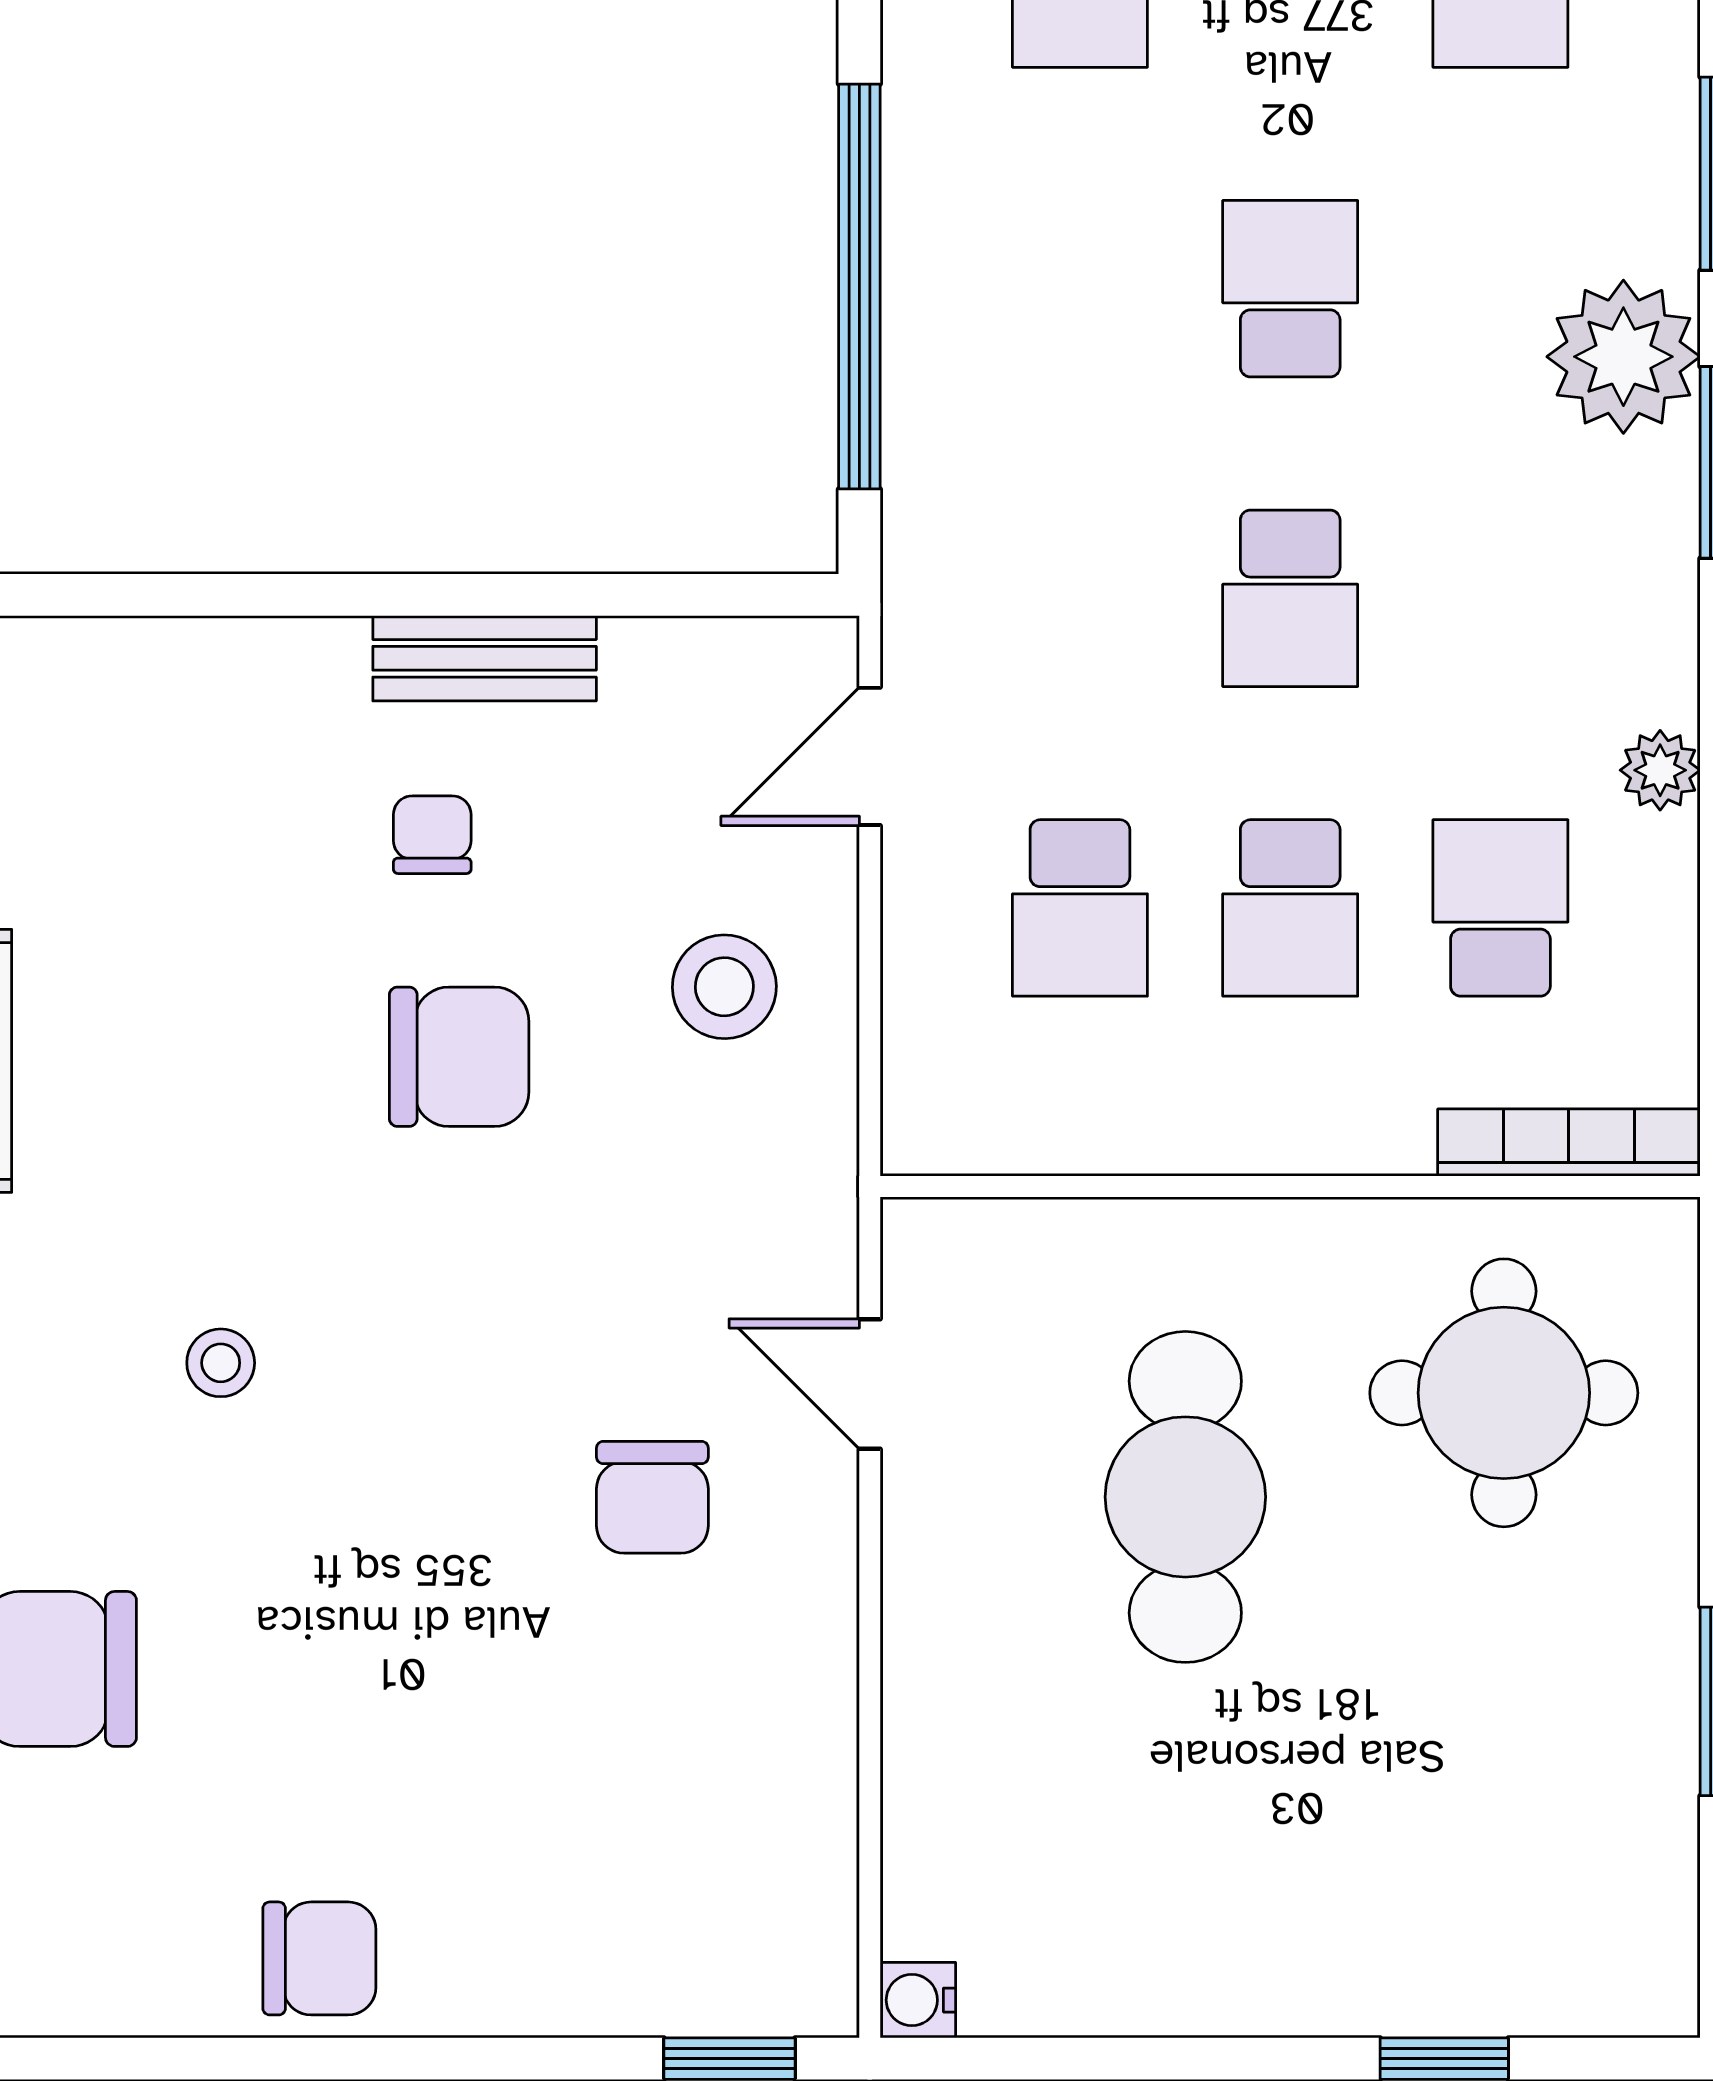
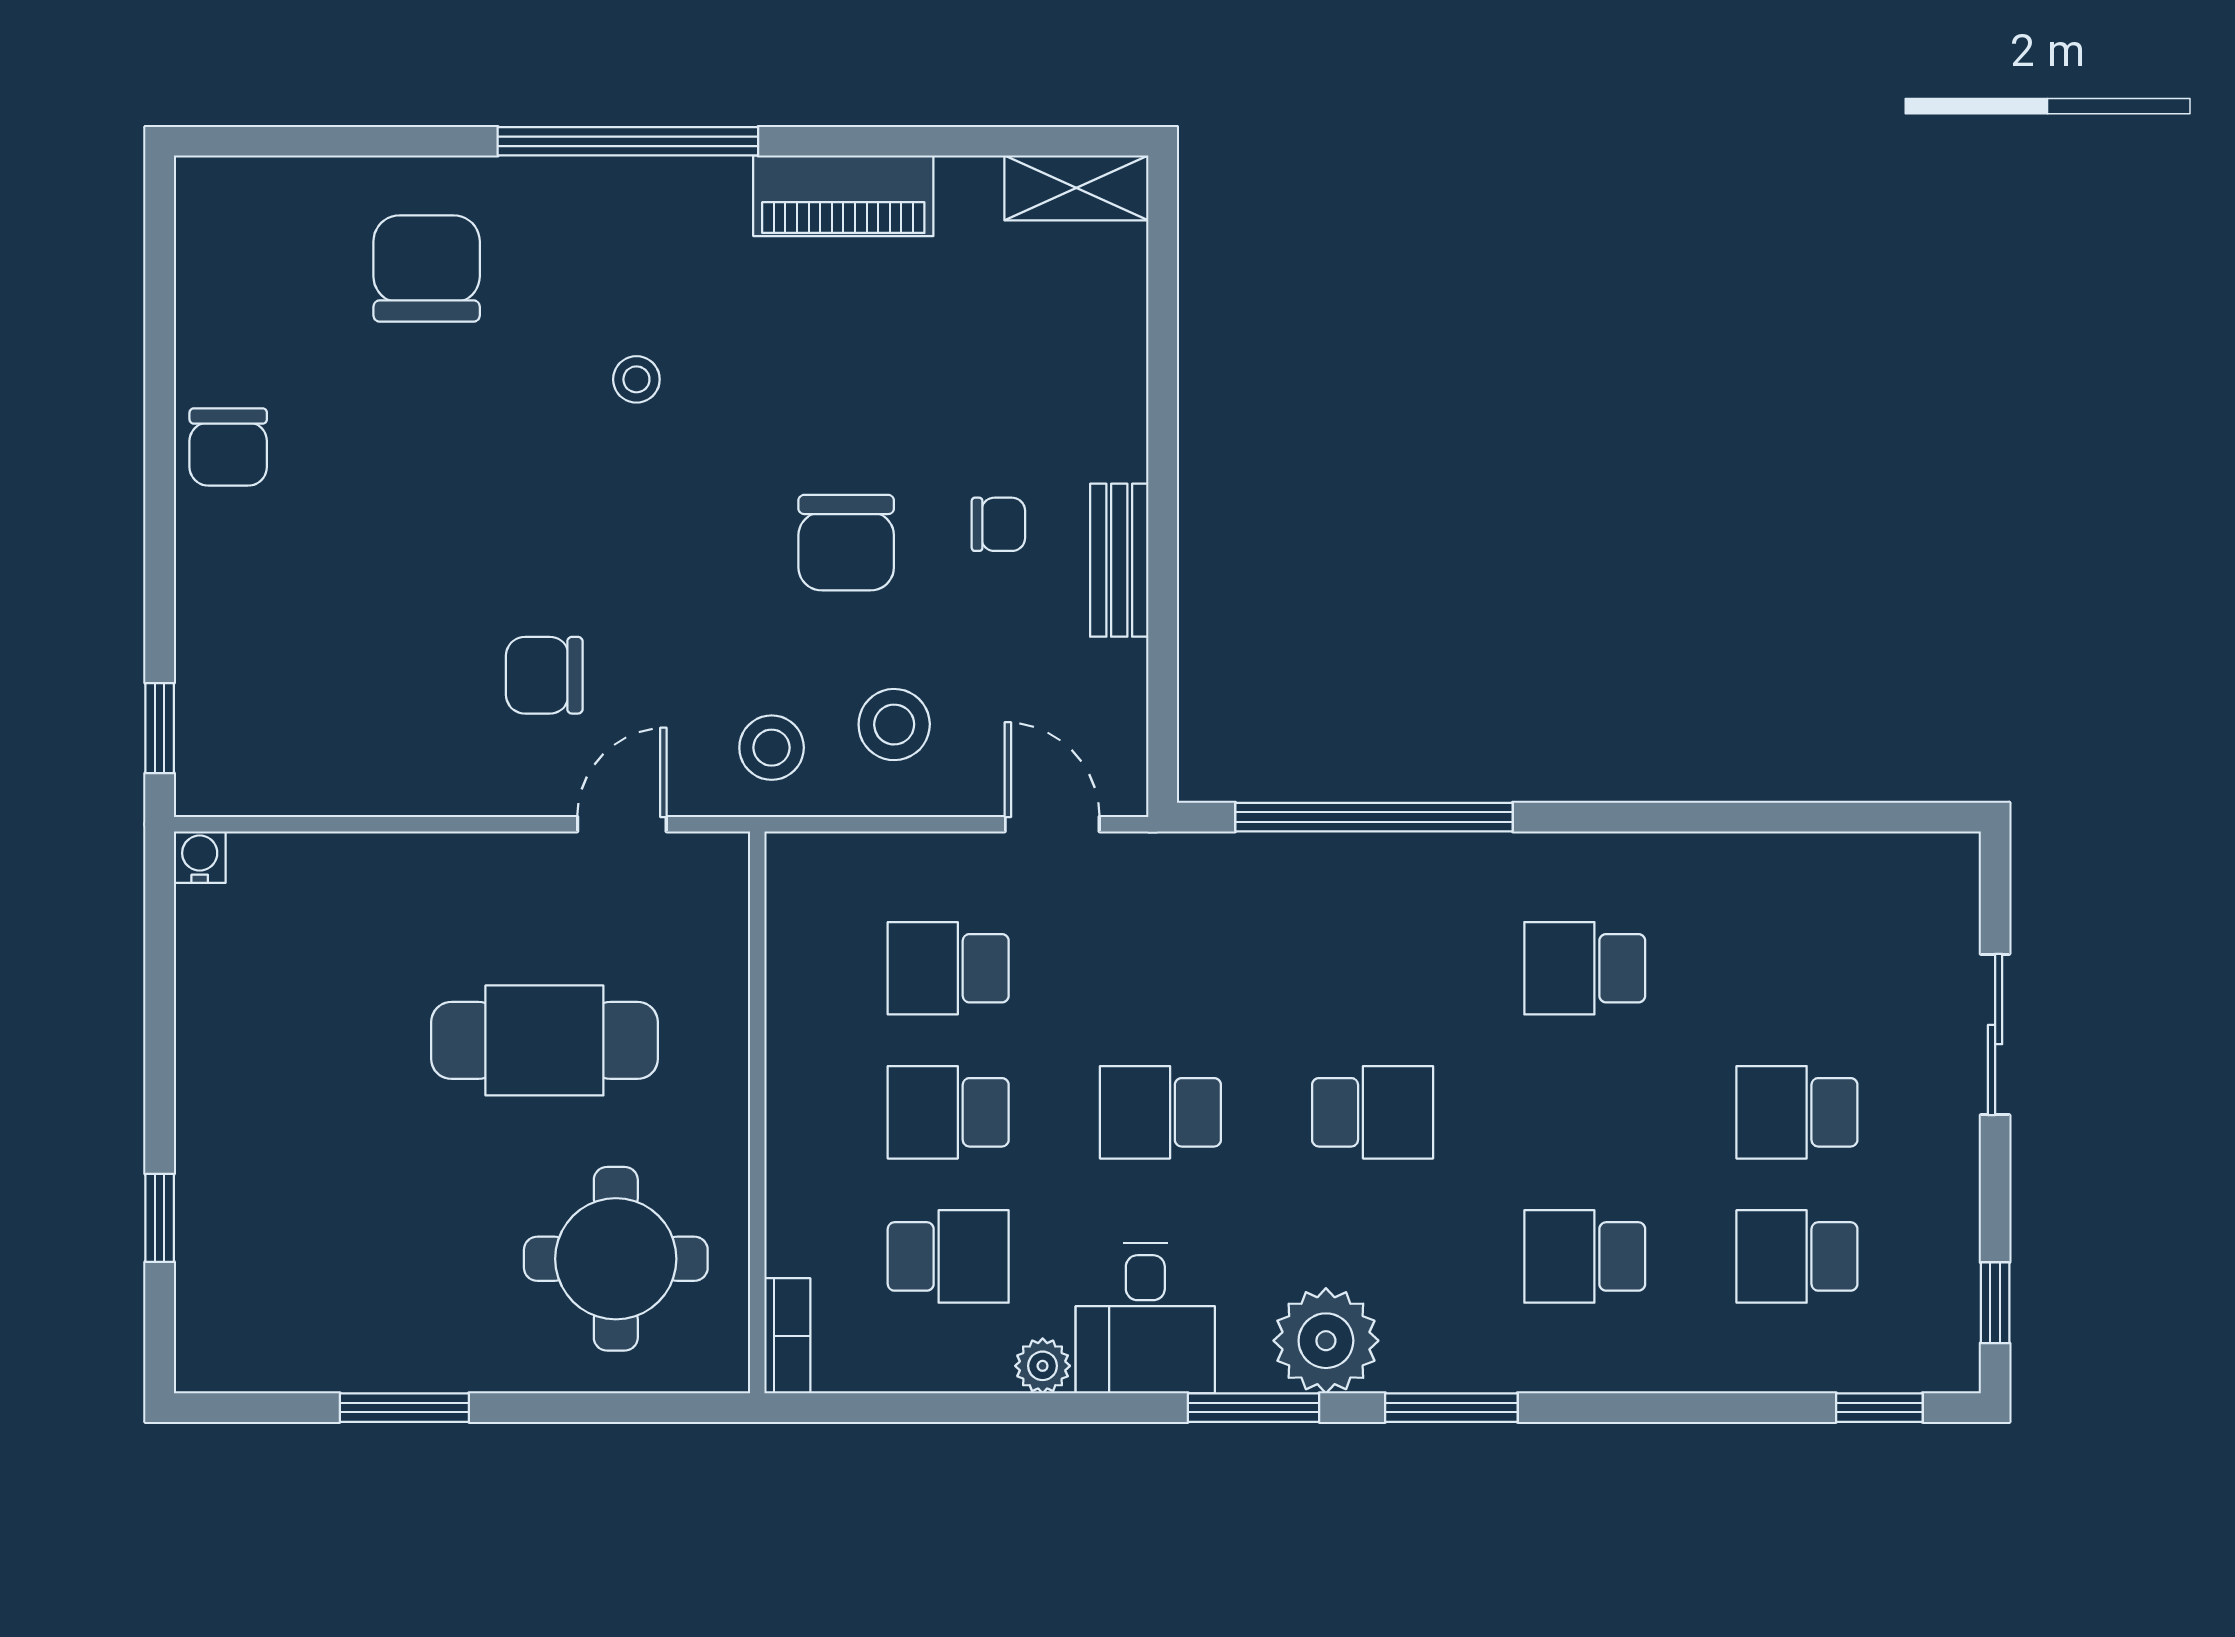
desk: (1591, 620) -> (1145, 1318), added
bookcase: (1569, 1143) -> (787, 1336), width x0.64
stool: (758, 1166) -> (772, 748), added

